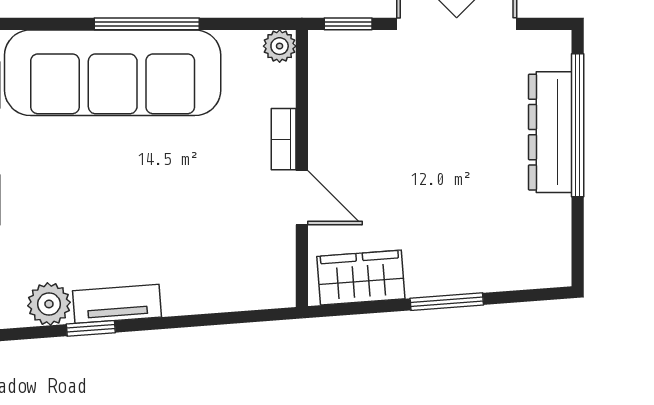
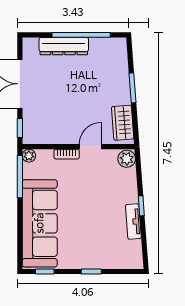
window: (147, 24) -> (20, 177), moved
window: (578, 125) -> (81, 35), moved
plant: (49, 304) -> (127, 159), moved
window: (91, 328) -> (141, 206), moved

